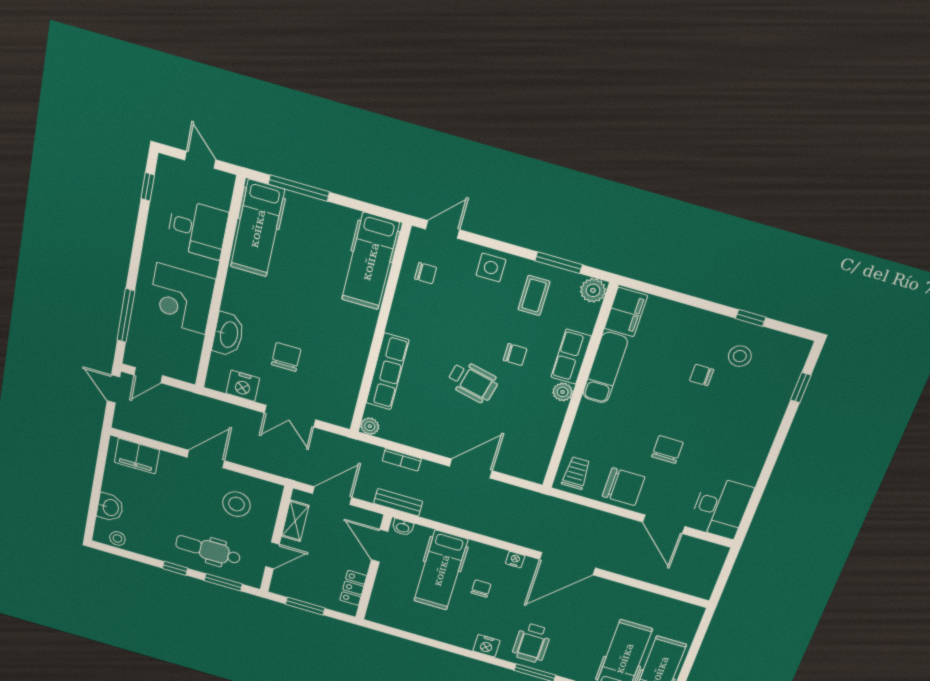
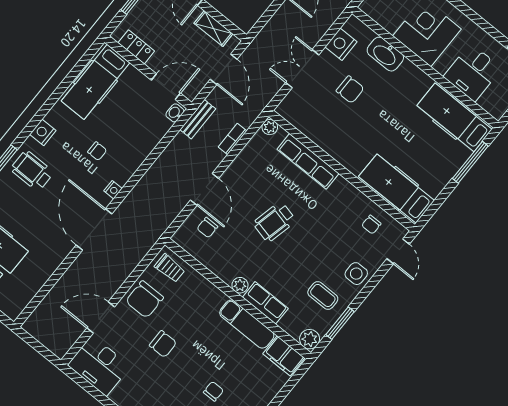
chair: (515, 355) -> (207, 228), moved
hospital bed: (441, 570) -> (96, 82), moved, turned -90

